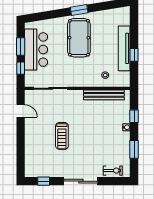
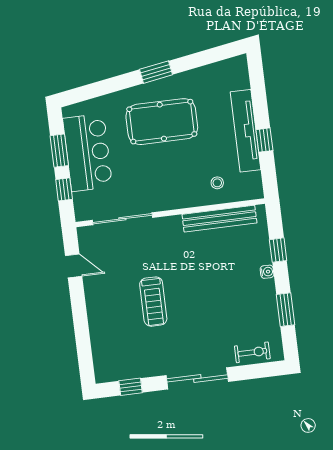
pool table: (79, 38) -> (162, 122), turned 90

